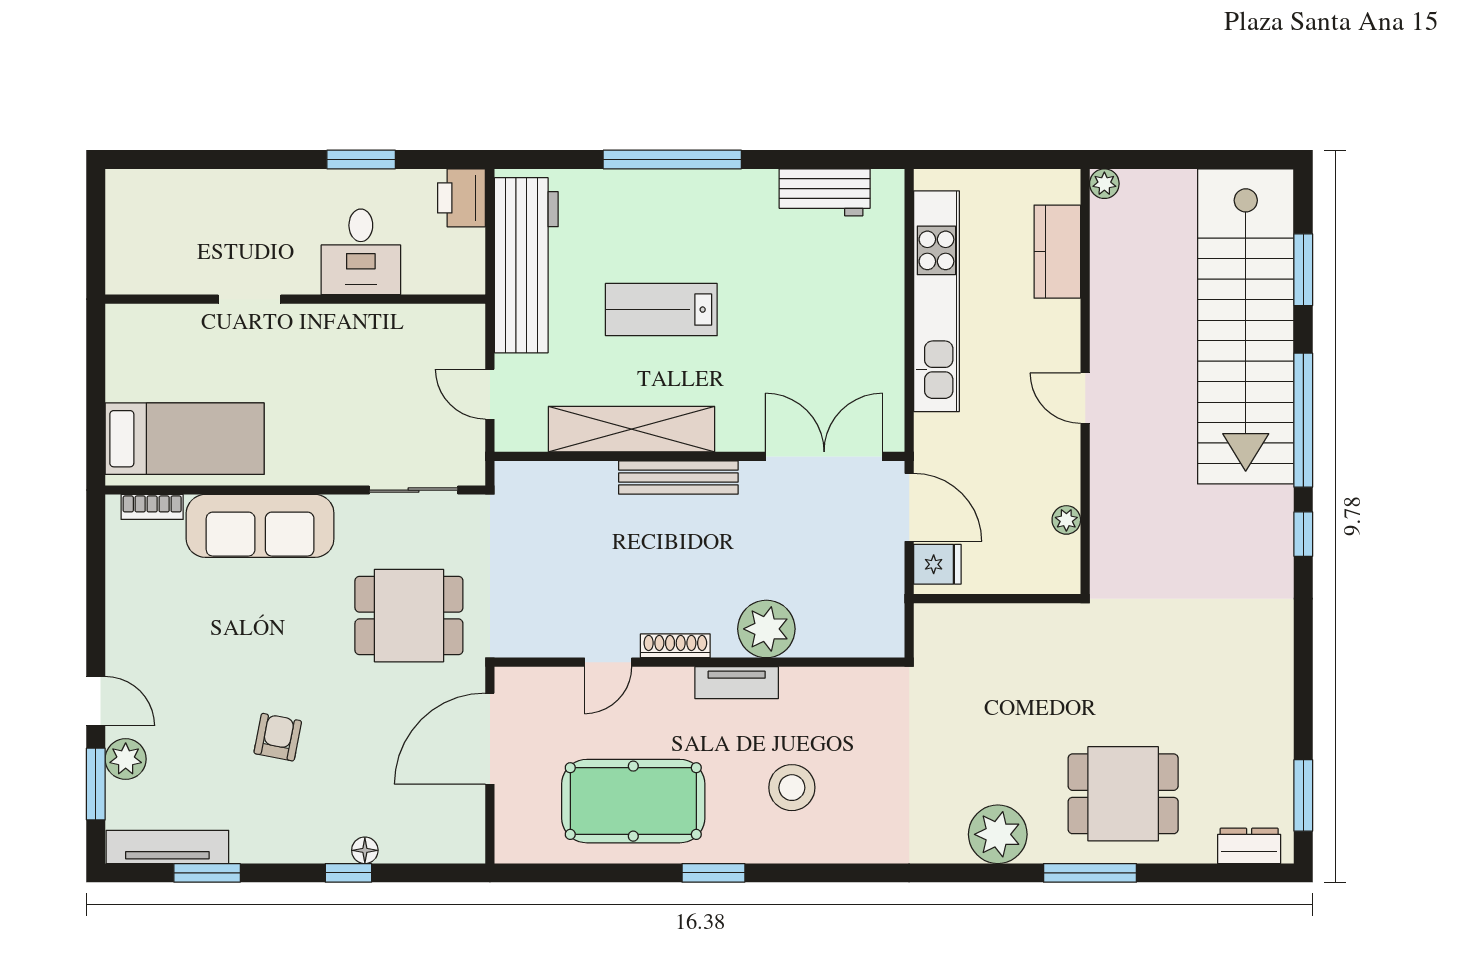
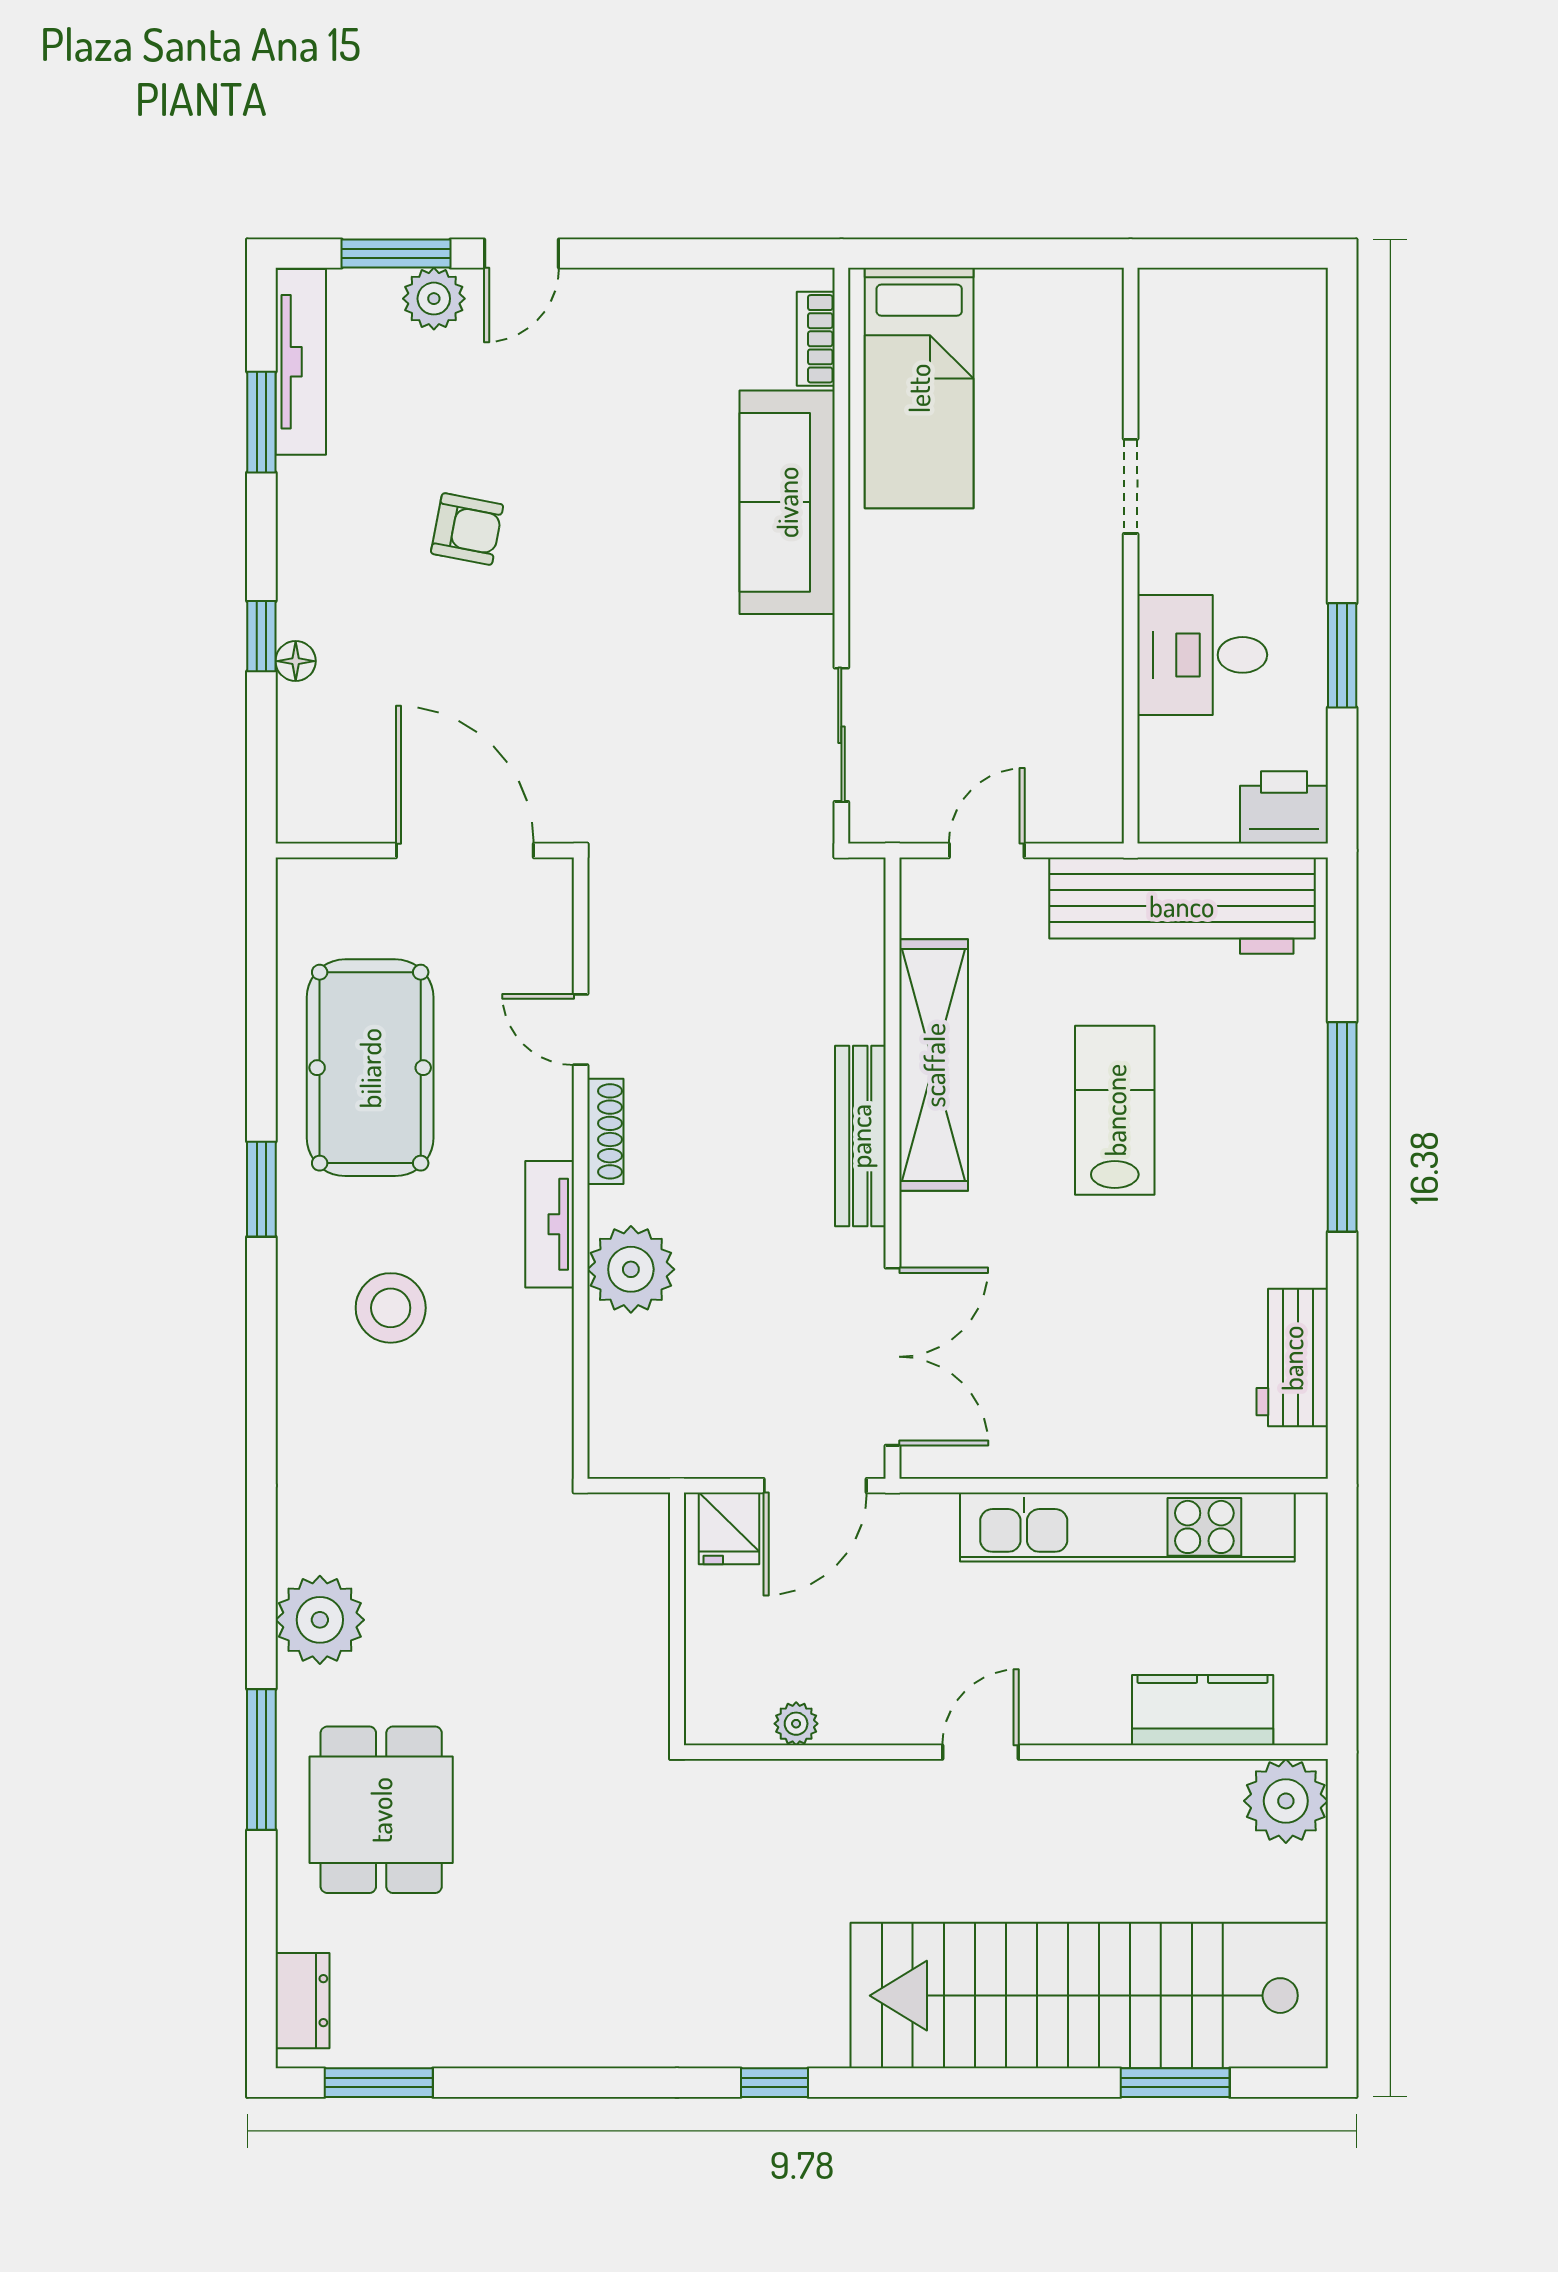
plant: (1104, 184) -> (1286, 1801), width x1.88, depth x1.88
window: (1303, 420) -> (947, 2083), removed
dining table: (409, 616) -> (651, 728), removed

